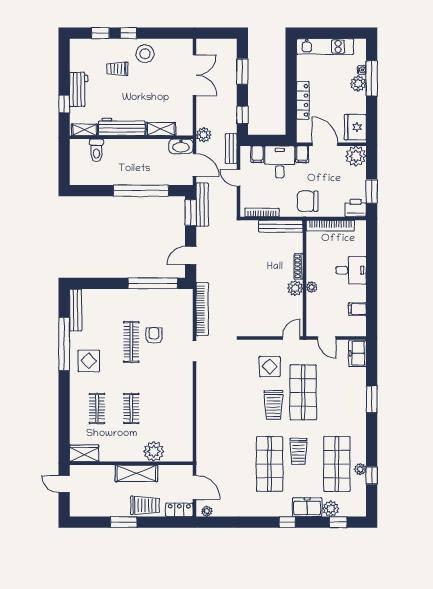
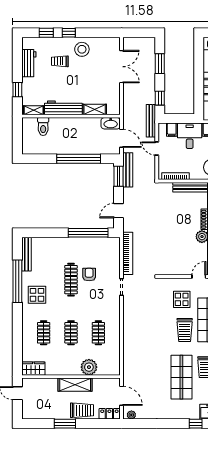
workbench: (79, 89) -> (29, 63), moved
plant: (204, 135) -> (129, 114), removed
bench: (231, 149) -> (151, 121), width x1.36
clothes rail: (166, 408) -> (98, 333), added

